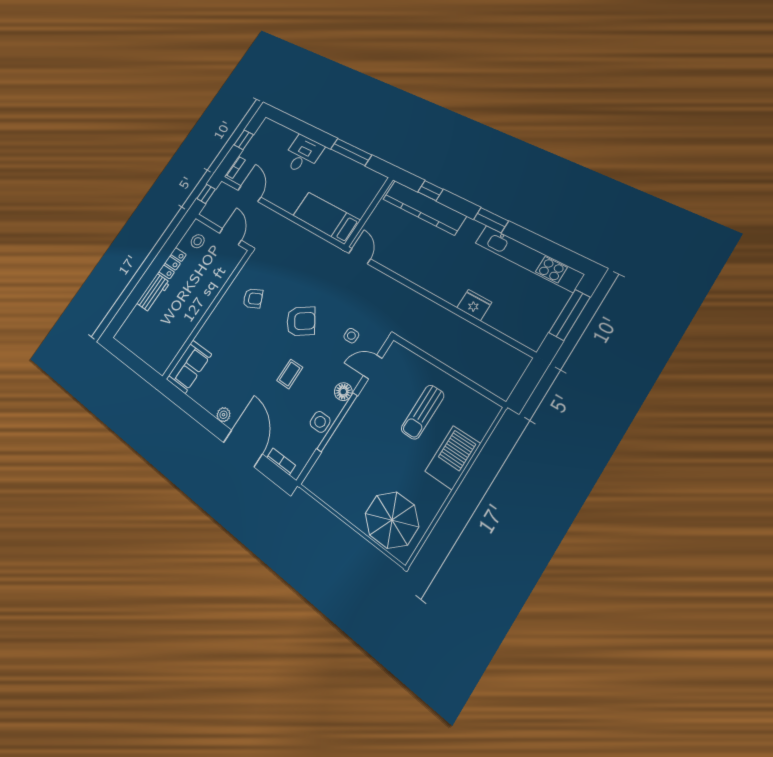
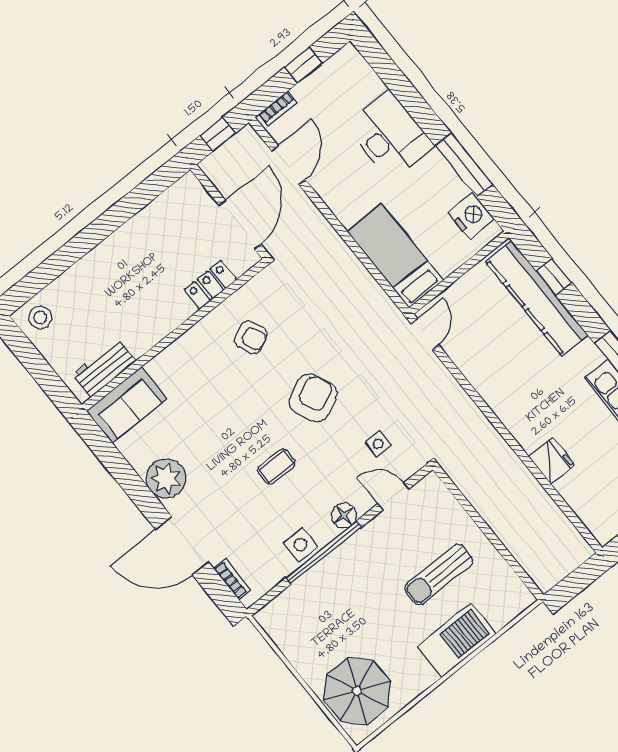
desk: (303, 154) -> (390, 136), width x1.37
nightstand: (365, 177) -> (471, 216), added
door: (230, 237) -> (240, 225), width x1.36
stool: (198, 241) -> (40, 317), moved
locker: (172, 263) -> (210, 285), moved, turned 180
workbench: (153, 293) -> (104, 368), moved, turned 180
armchair: (301, 321) -> (313, 398), turned -80
plant: (224, 415) -> (166, 478), width x1.87, depth x1.87
door: (243, 448) -> (182, 546), swing flipped

